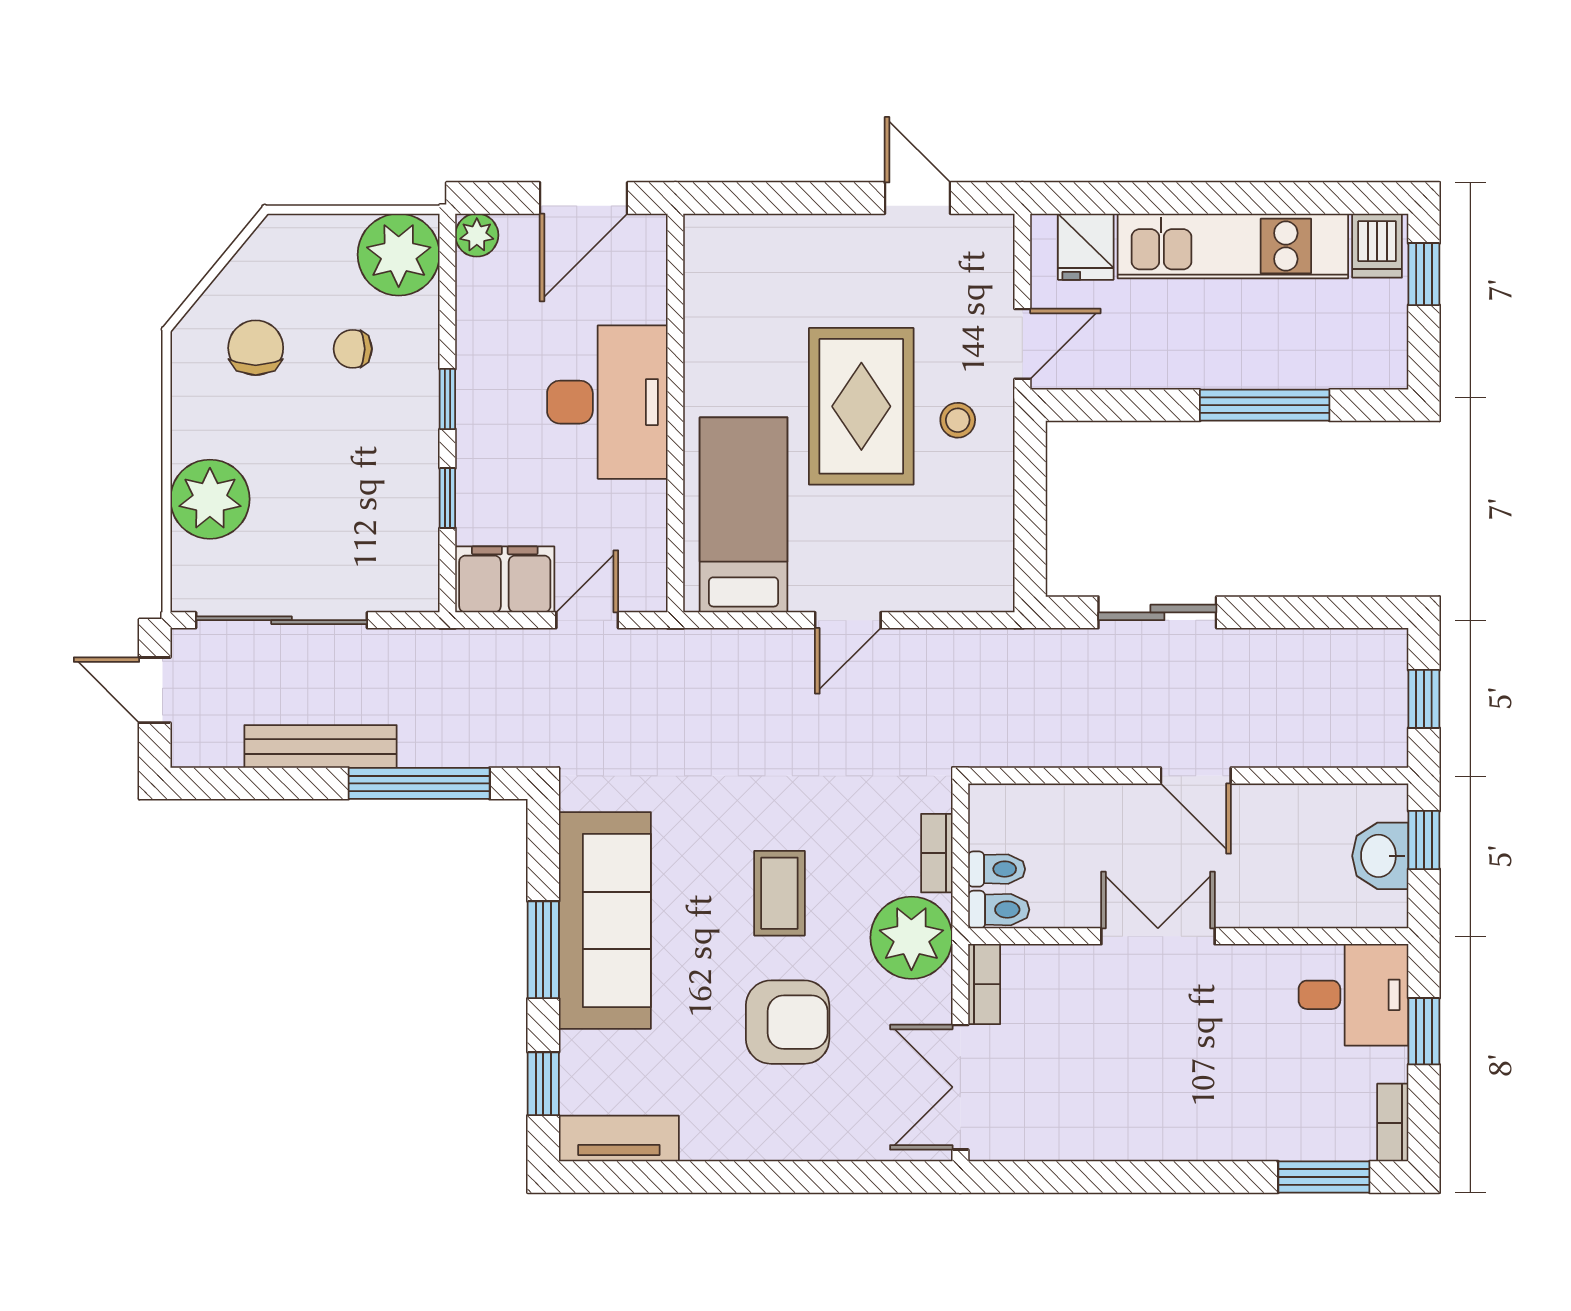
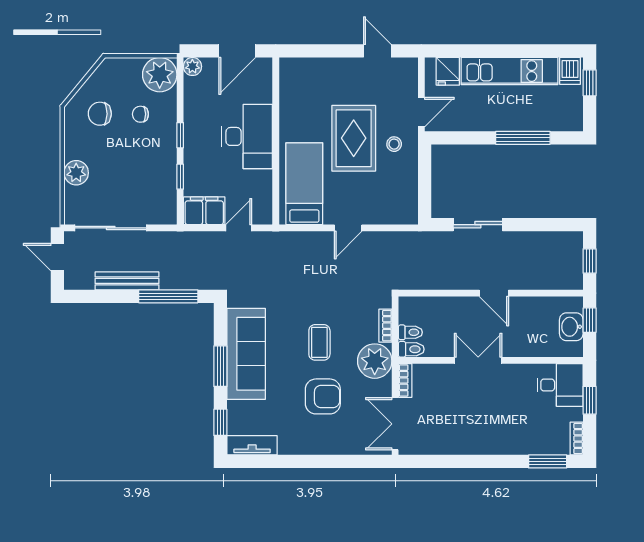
chair: (256, 348) -> (100, 114), turned -89
plant: (210, 499) -> (76, 173), width x0.73, depth x0.73

